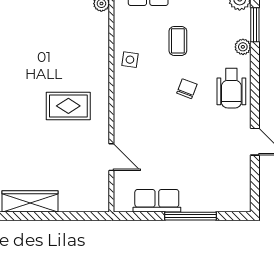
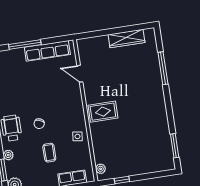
rug: (68, 106) -> (103, 112), moved
row of seats: (157, 201) -> (47, 51), width x1.48

